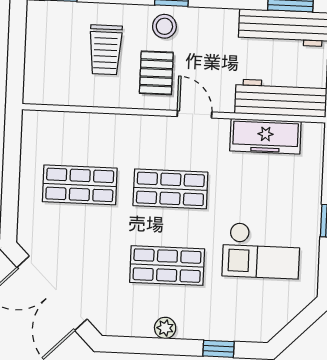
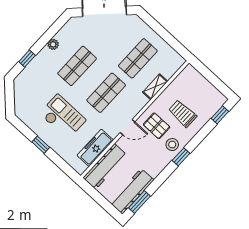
shelving: (100, 124) -> (155, 87), added
checkout: (261, 251) -> (63, 117), moved, turned 90

